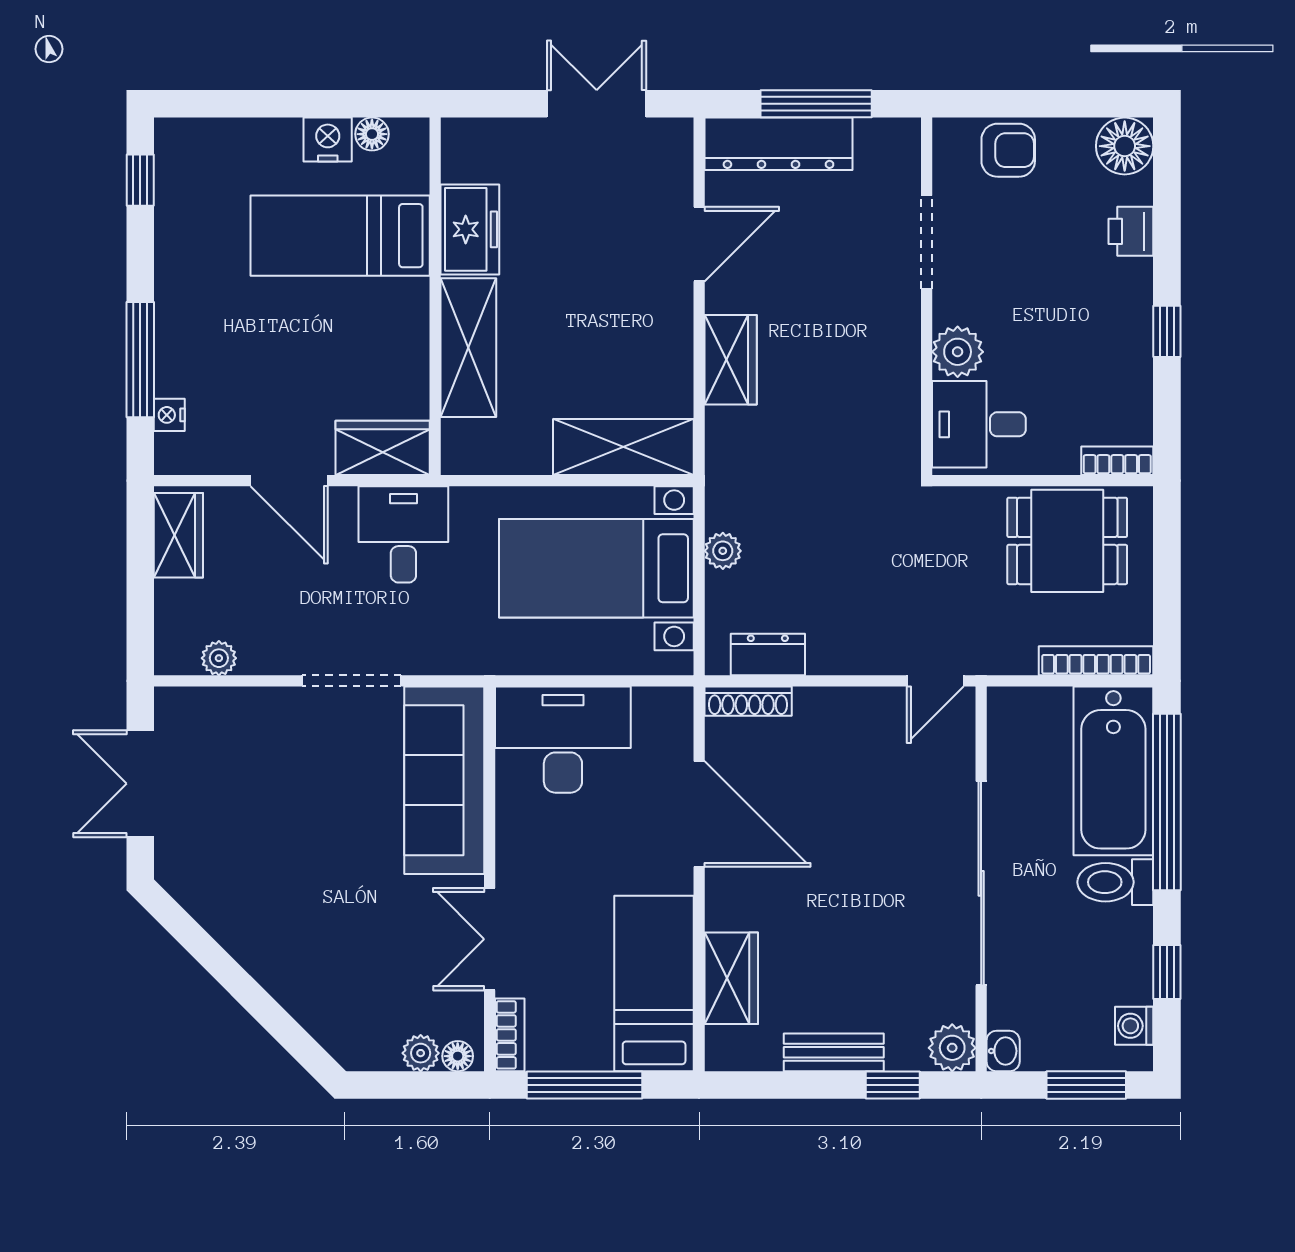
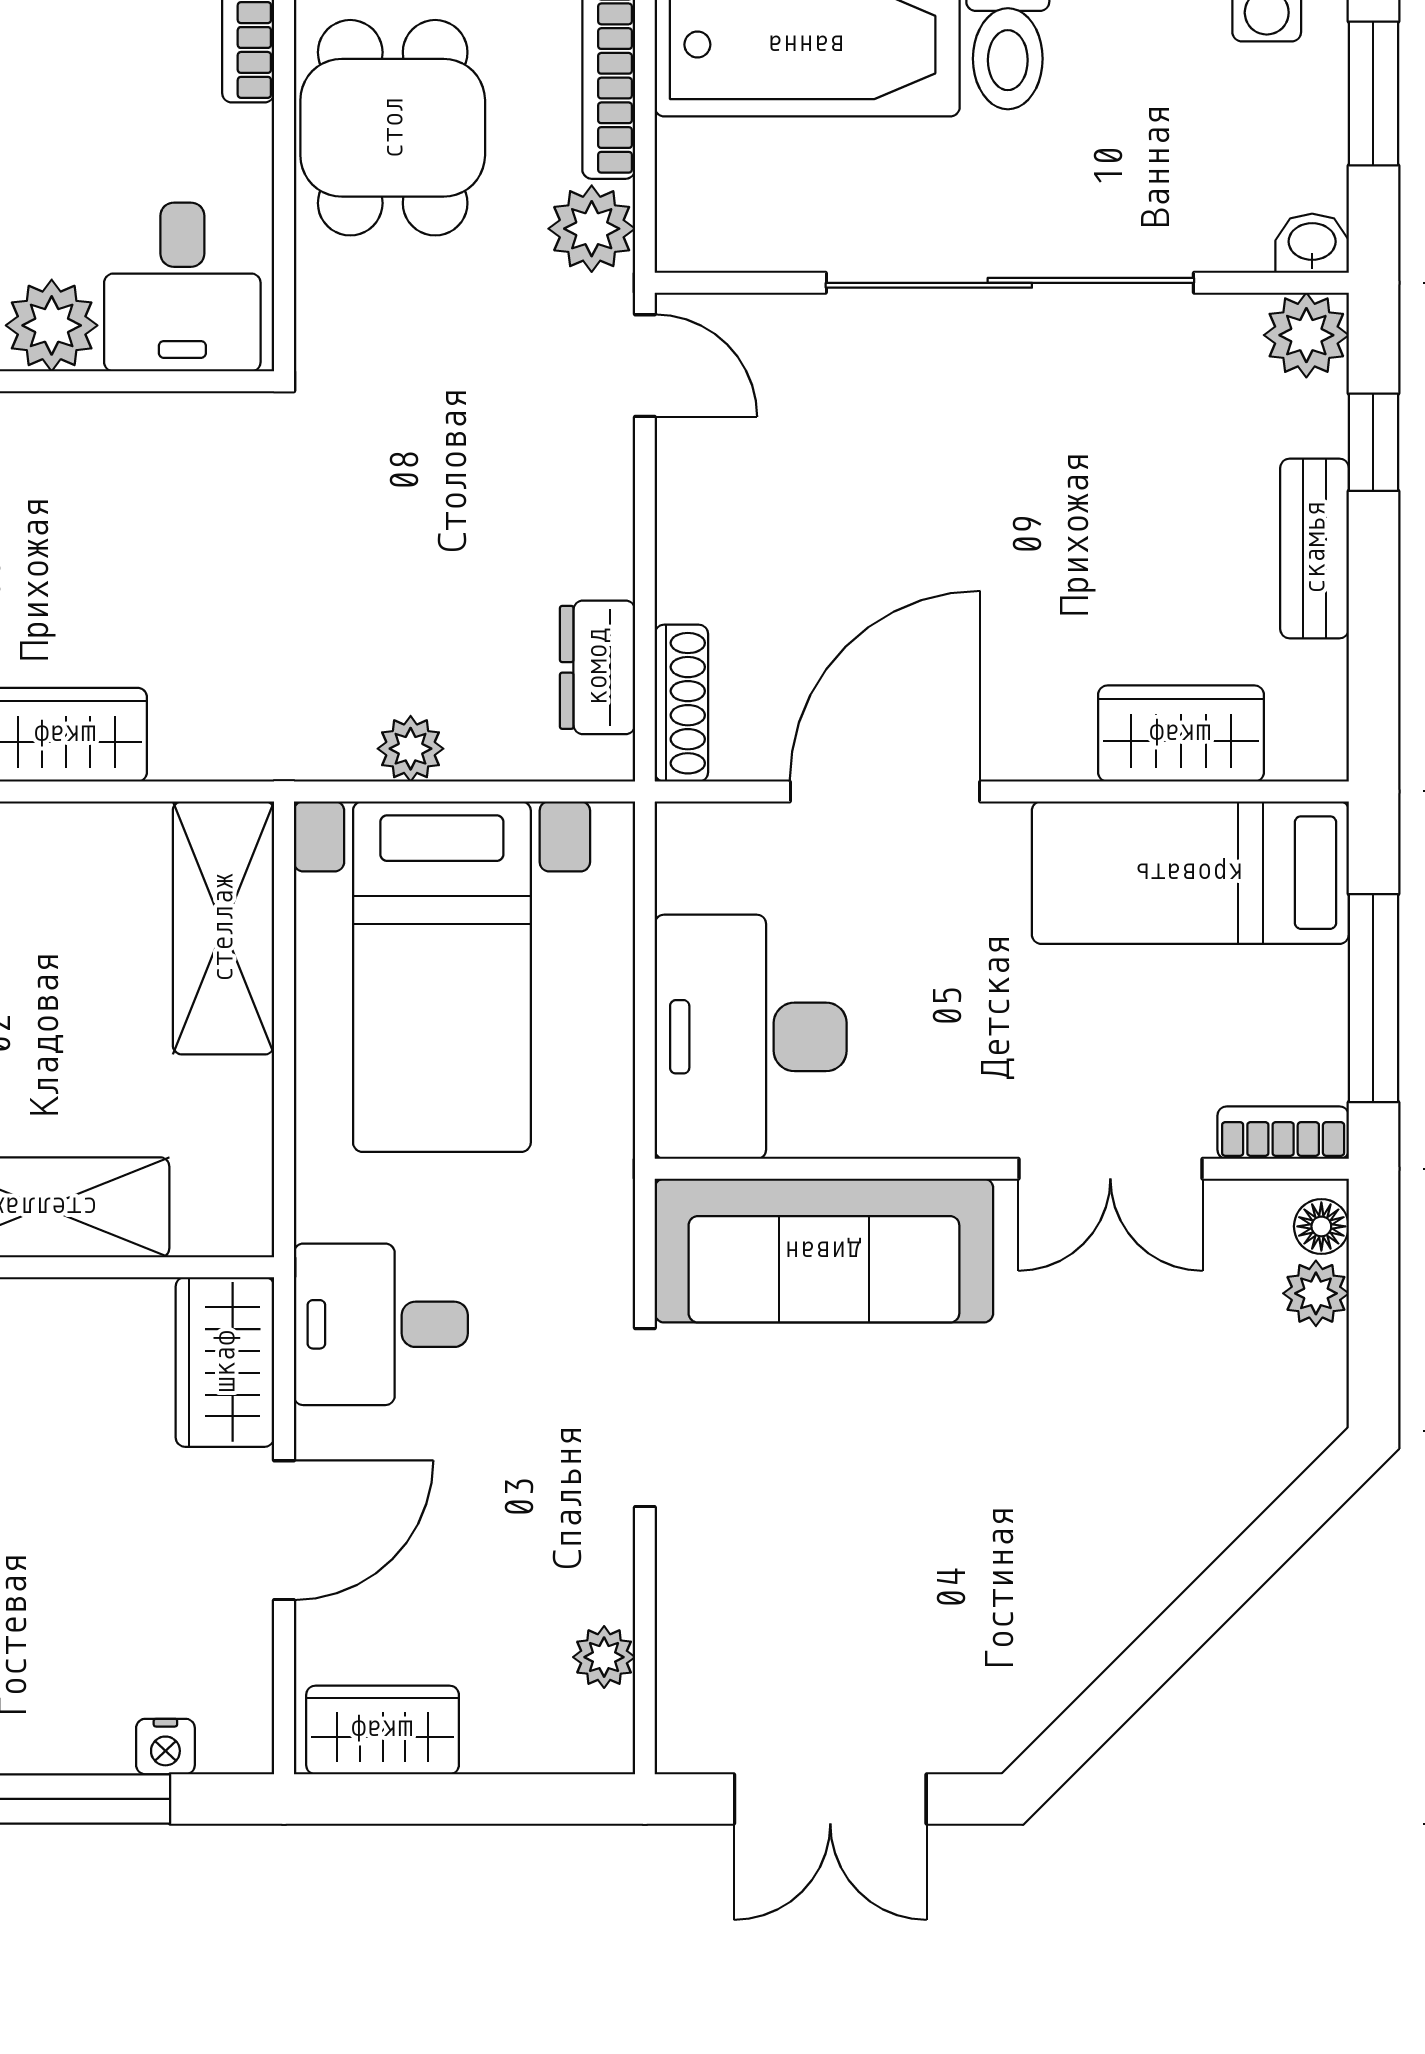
plant: (1011, 651) -> (592, 229), added

